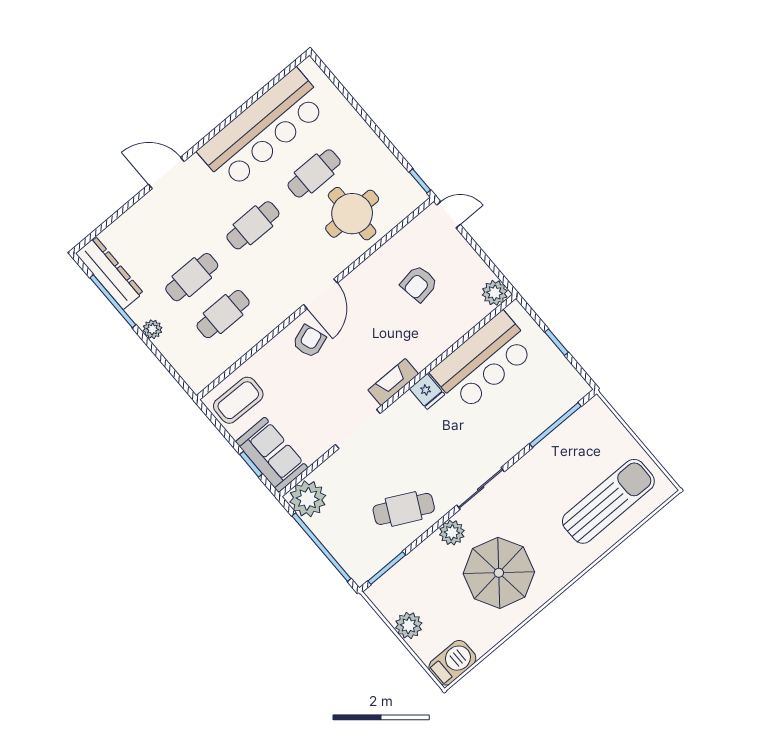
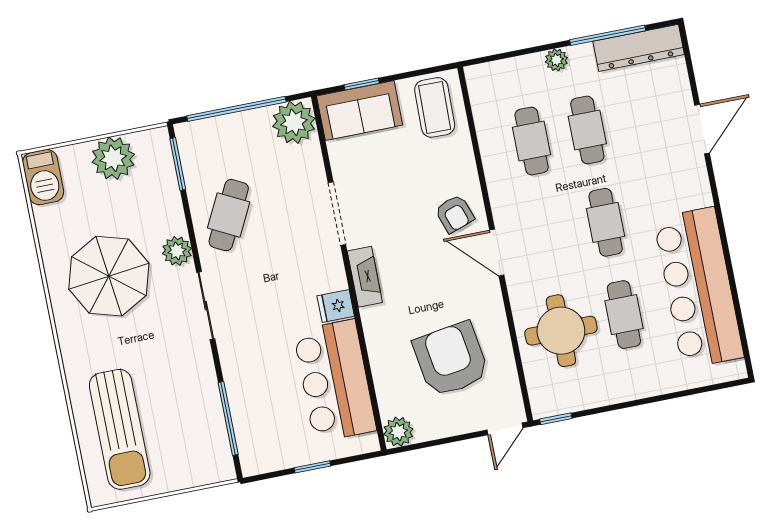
door: (166, 173) -> (702, 129), moved
armchair: (419, 284) -> (451, 359), width x1.88, depth x1.88
plant: (409, 625) -> (113, 158), width x1.36, depth x1.36

